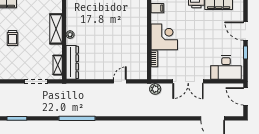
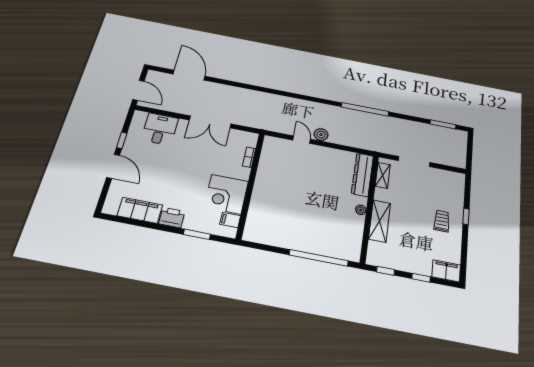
corner desk: (164, 37) -> (226, 194), moved
desk: (226, 68) -> (160, 129), width x0.73
door: (120, 81) -> (302, 140), swing flipped
double door: (188, 81) -> (210, 122), swing flipped
plant: (155, 89) -> (321, 135), moved

